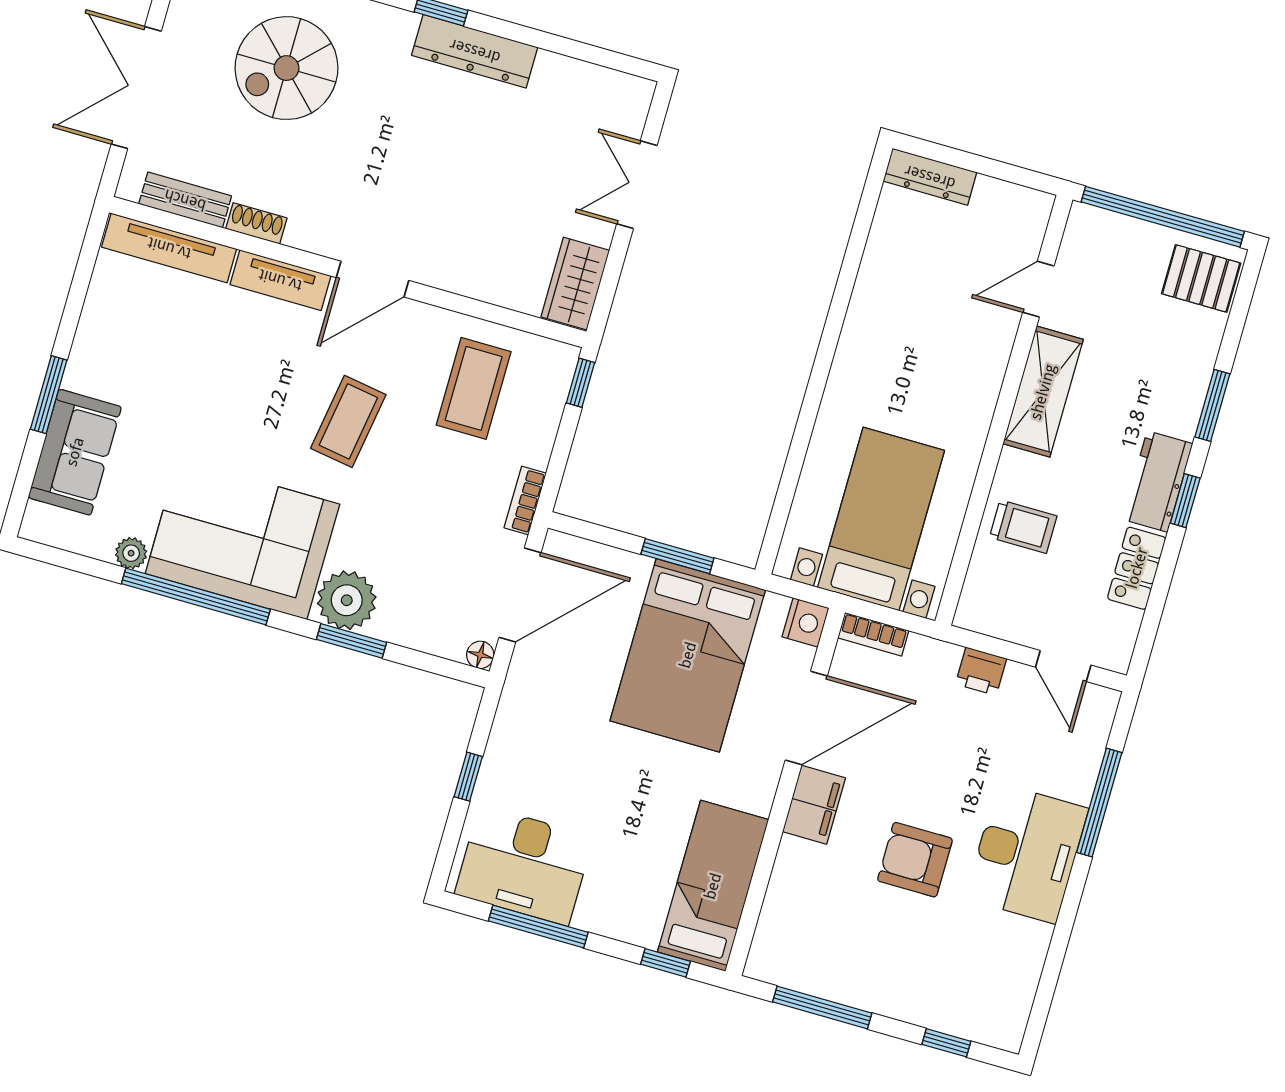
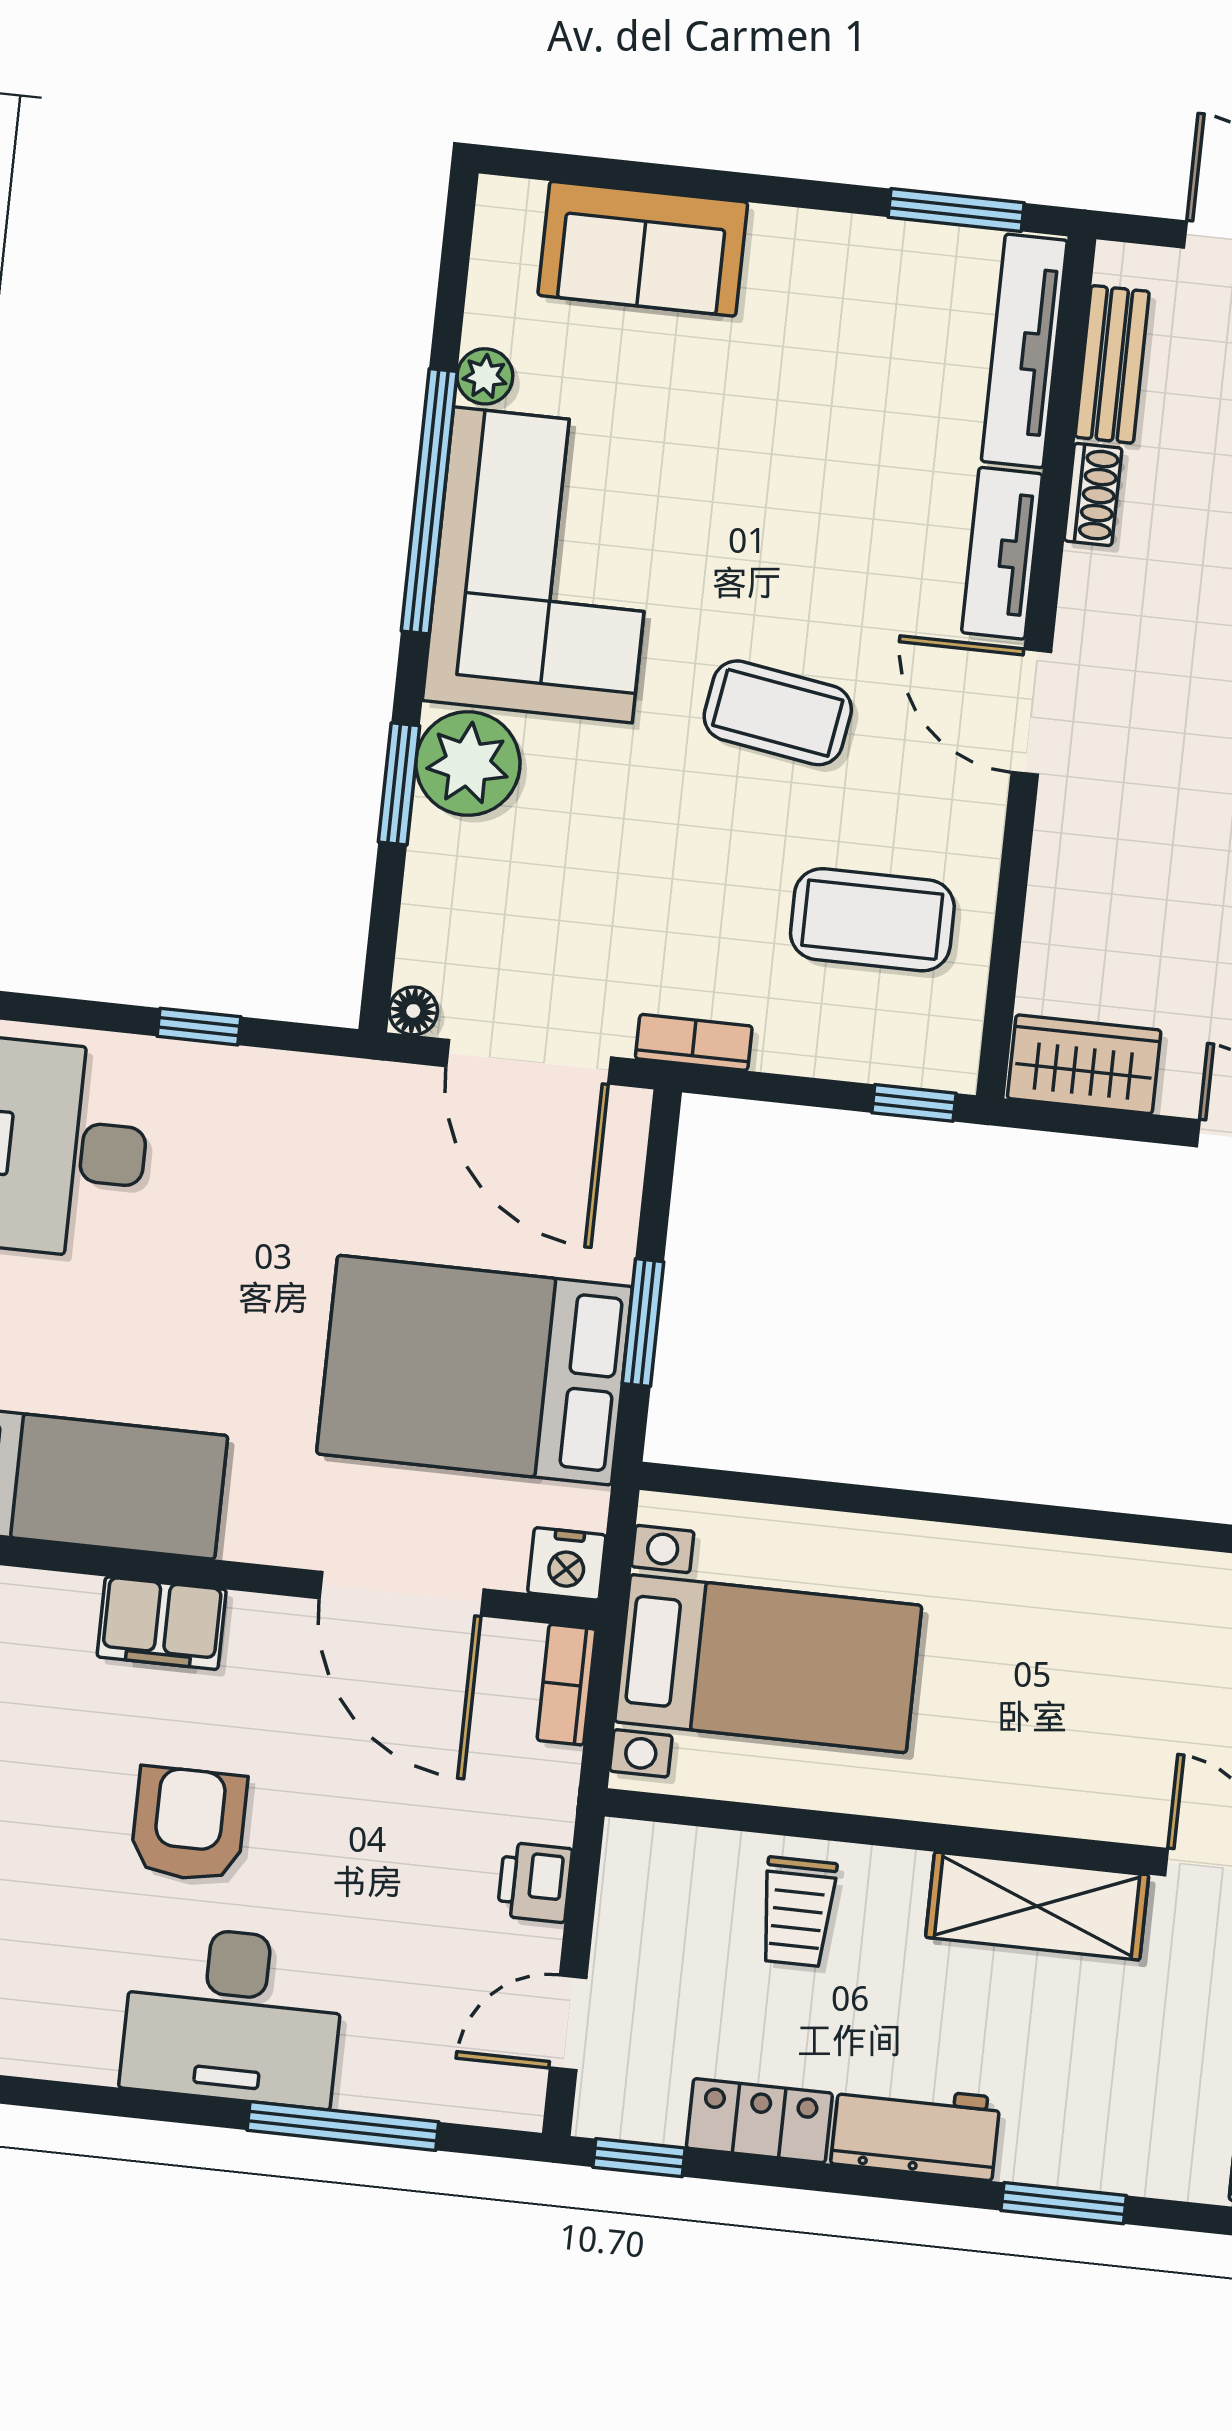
window: (49, 395) -> (956, 210), moved
window: (1185, 501) -> (639, 2158), moved
filing cabinet: (814, 805) -> (162, 1623), moved

